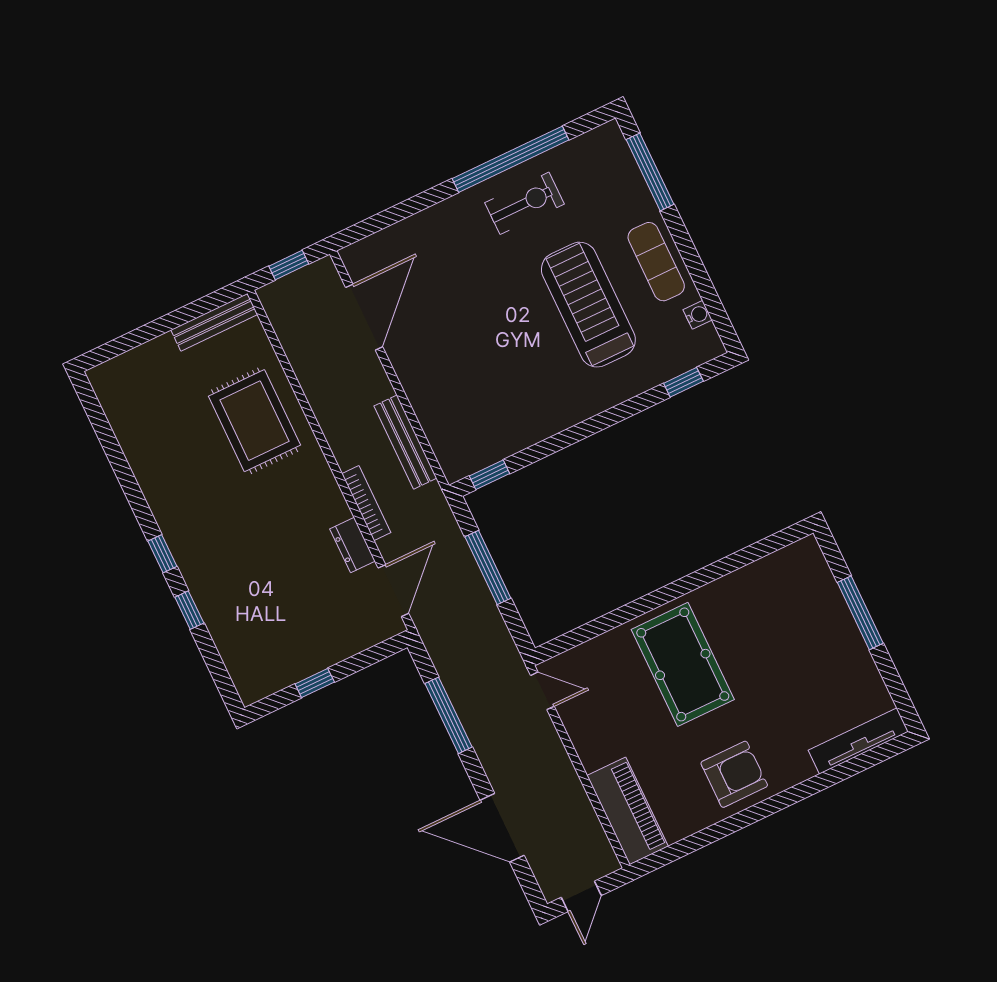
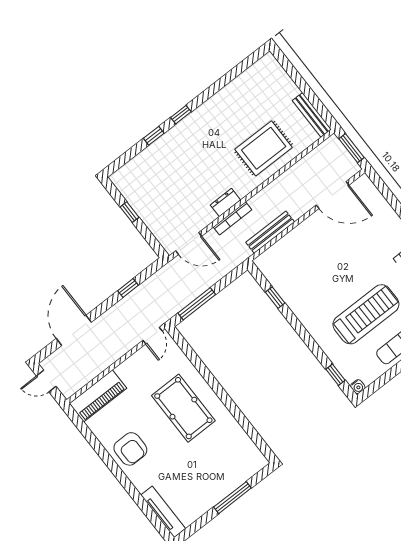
window: (289, 265) -> (352, 148), width x1.50
water cooler: (698, 315) -> (358, 387), moved
window: (490, 475) -> (275, 298), moved
dresser: (352, 545) -> (225, 203), moved
window: (488, 567) -> (197, 304), moved
pool table: (683, 664) -> (183, 408), turned 90
window: (449, 715) -> (128, 288), width x0.46

